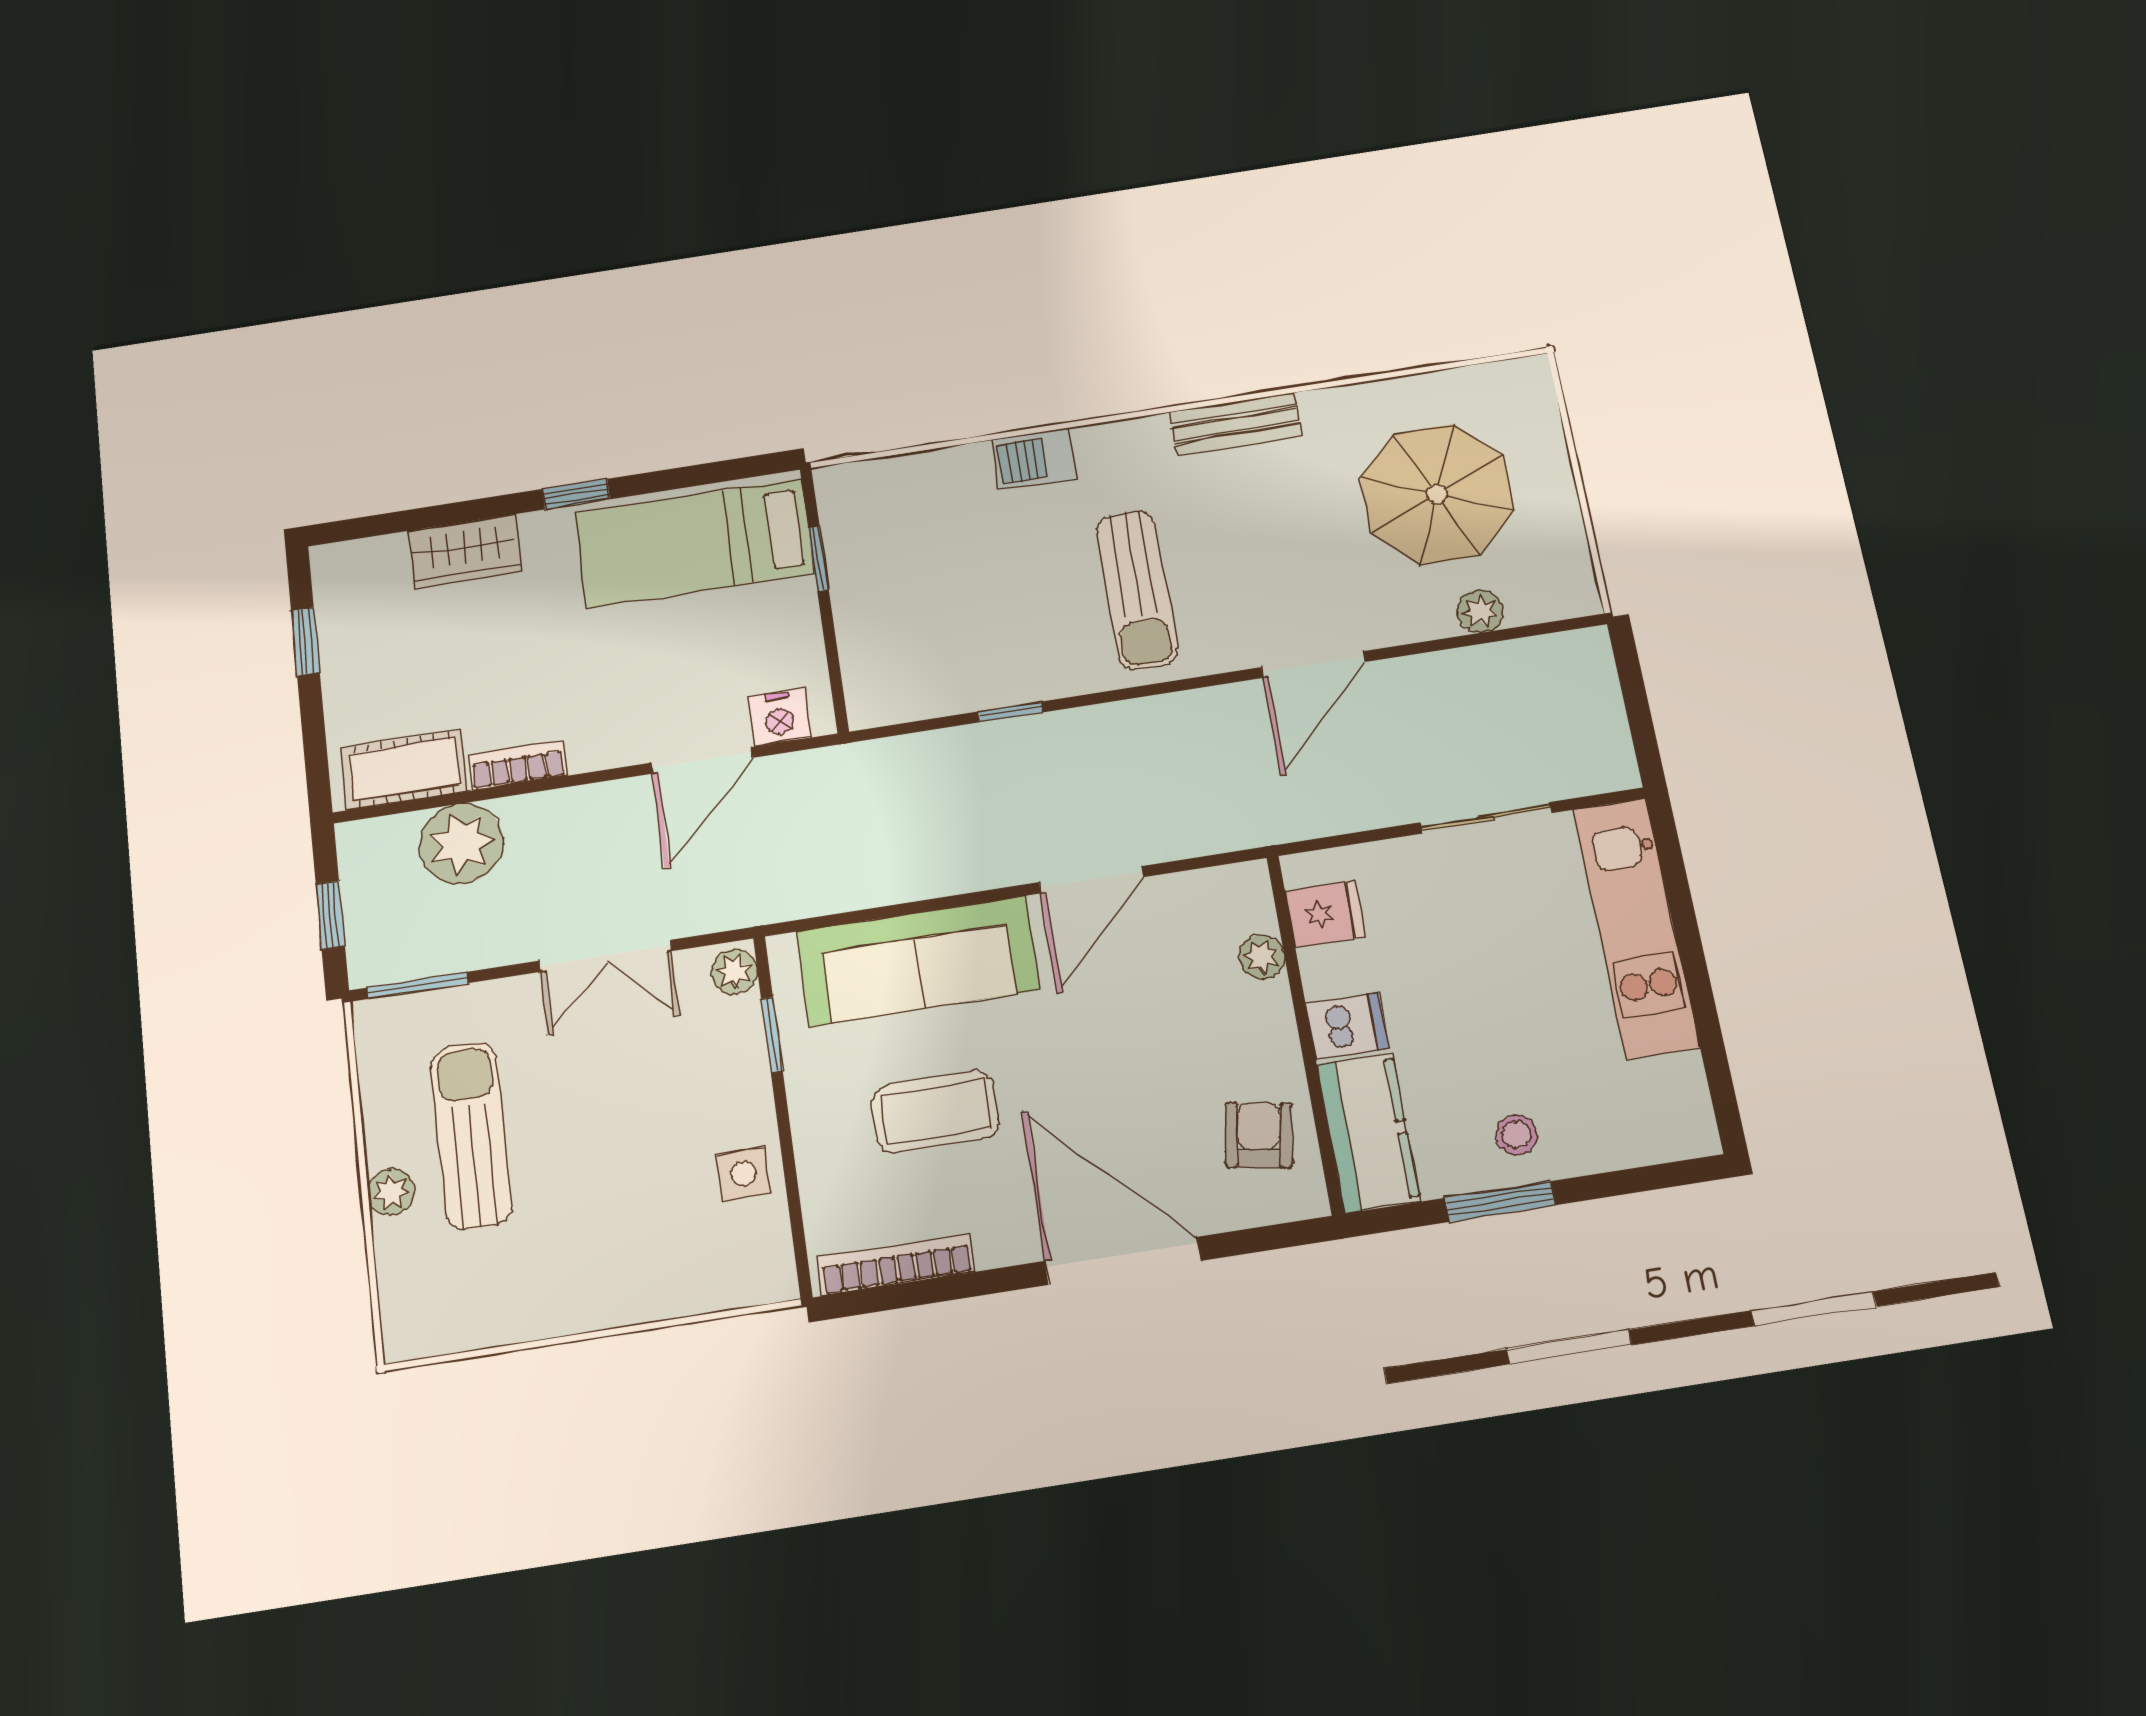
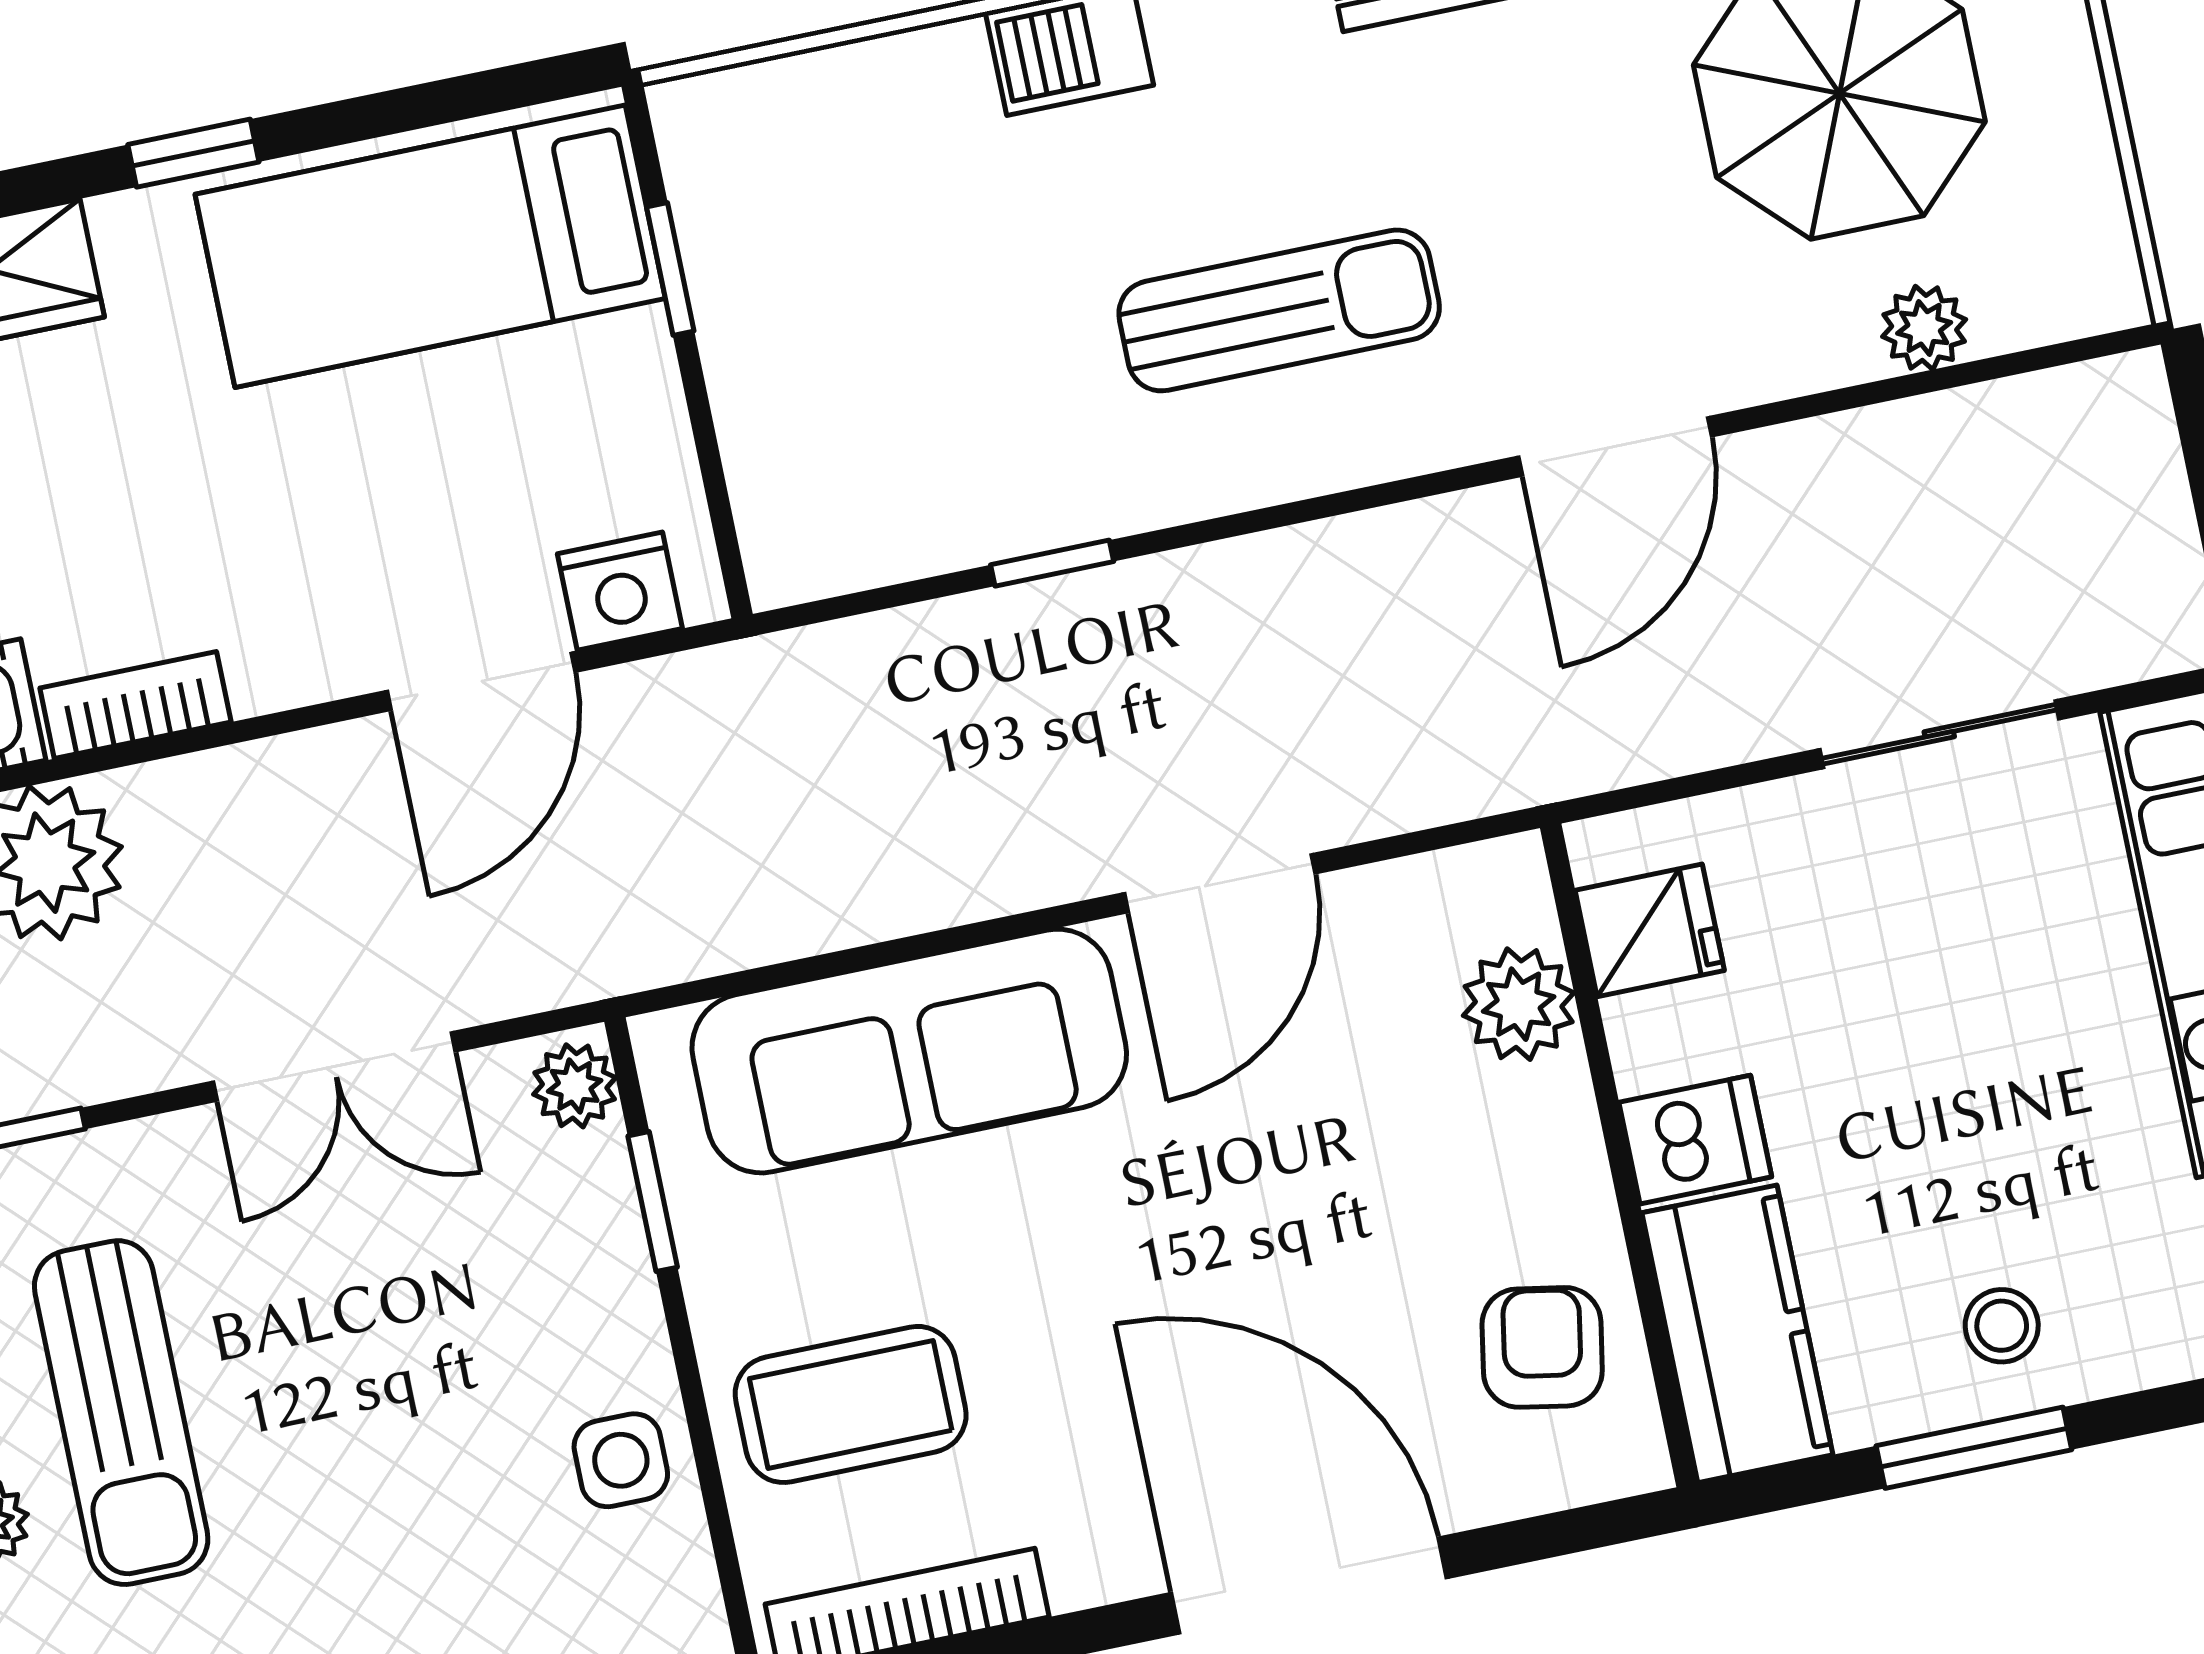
sun lounger: (1137, 590) -> (1279, 310), turned -90
plant: (1262, 957) -> (1519, 1004), width x1.38, depth x1.38
coffee table: (935, 1112) -> (851, 1404), moved
sun lounger: (471, 1135) -> (121, 1413), turned 180

